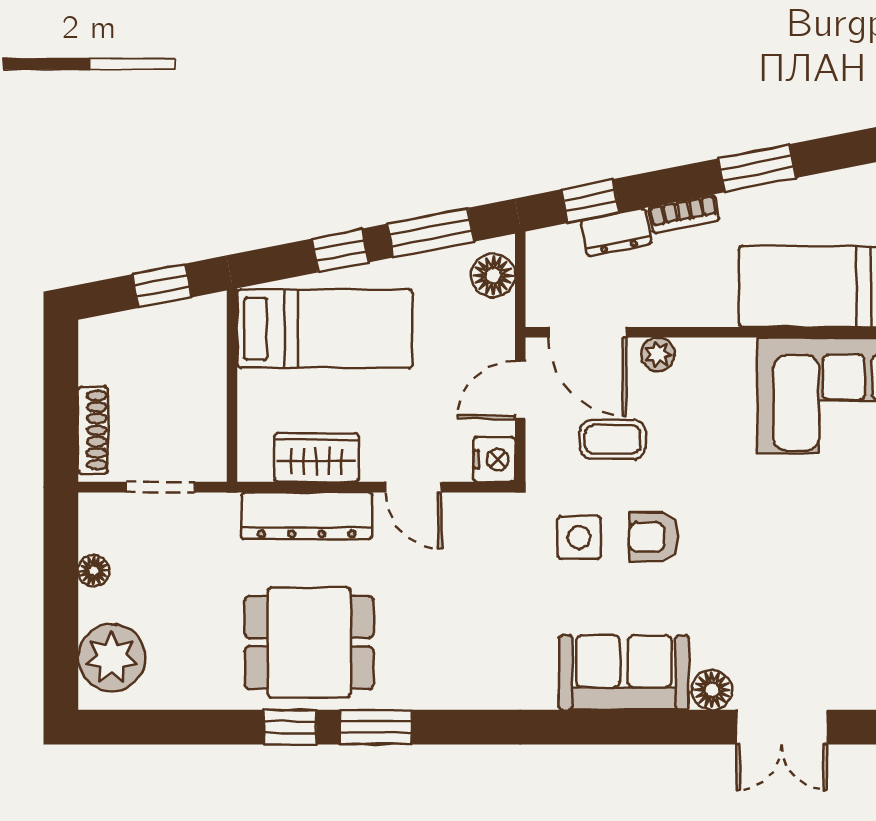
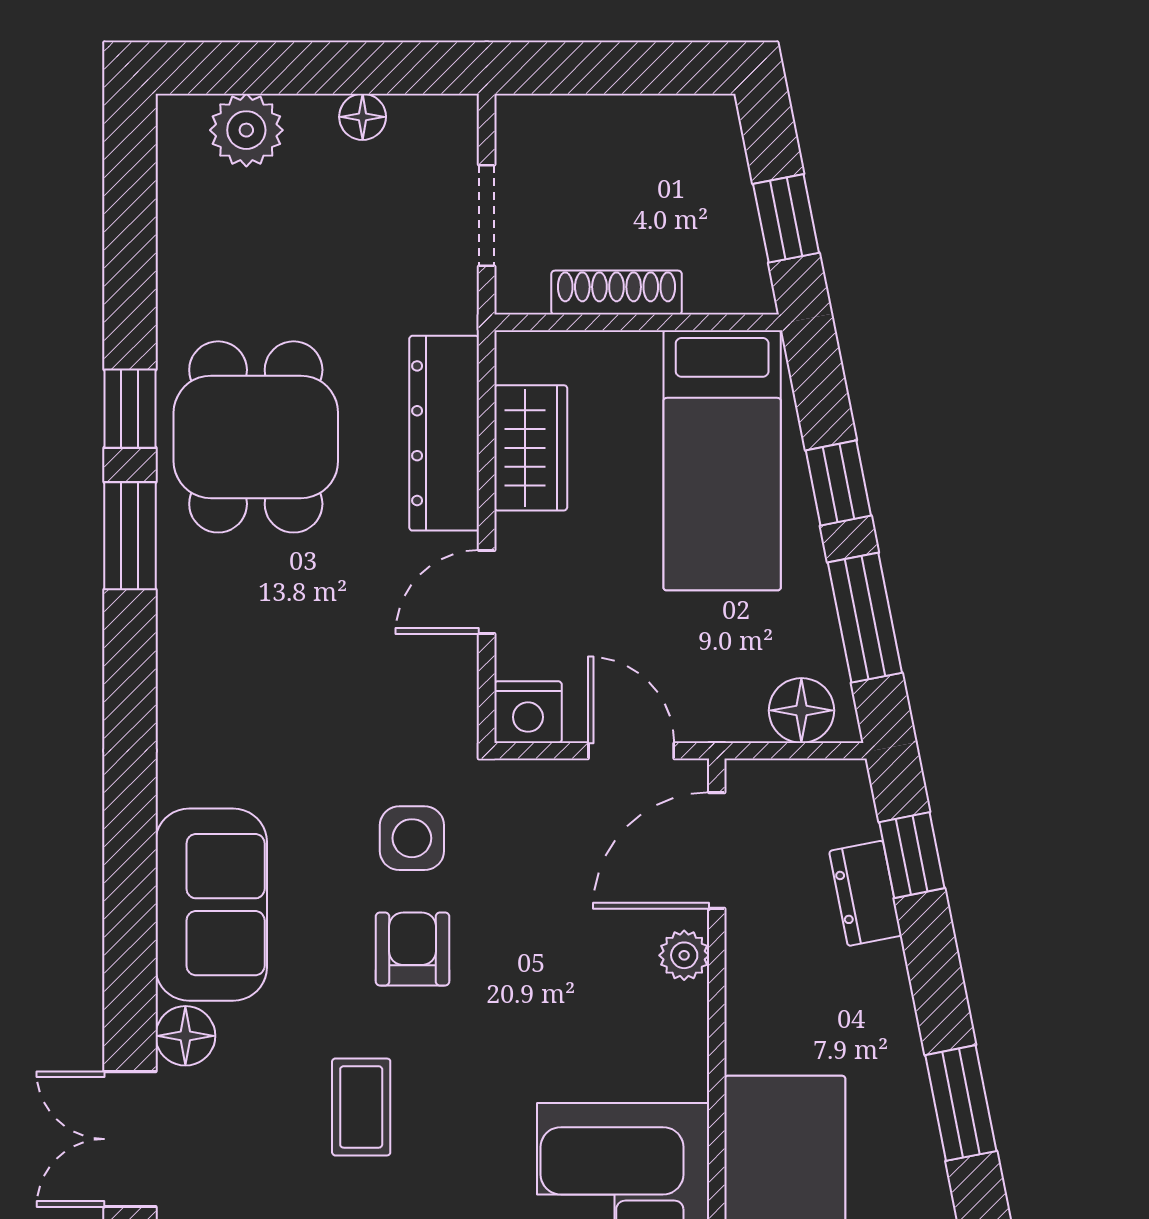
bookcase: (684, 214) -> (893, 994), removed
shoe rack: (93, 430) -> (617, 293), moved, turned 180
coffee table: (613, 439) -> (361, 1107), moved
plant: (112, 658) -> (246, 130), width x0.73, depth x0.73

